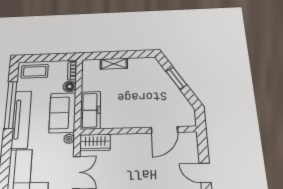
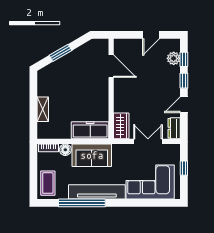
plant: (69, 139) -> (117, 149), removed

